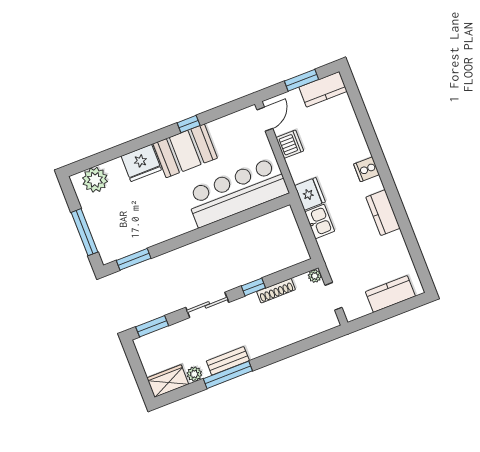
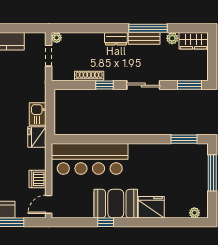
plant: (95, 180) -> (194, 213), width x0.53, depth x0.53
plant: (315, 276) -> (57, 38), moved
dresser: (261, 348) -> (116, 39), added

